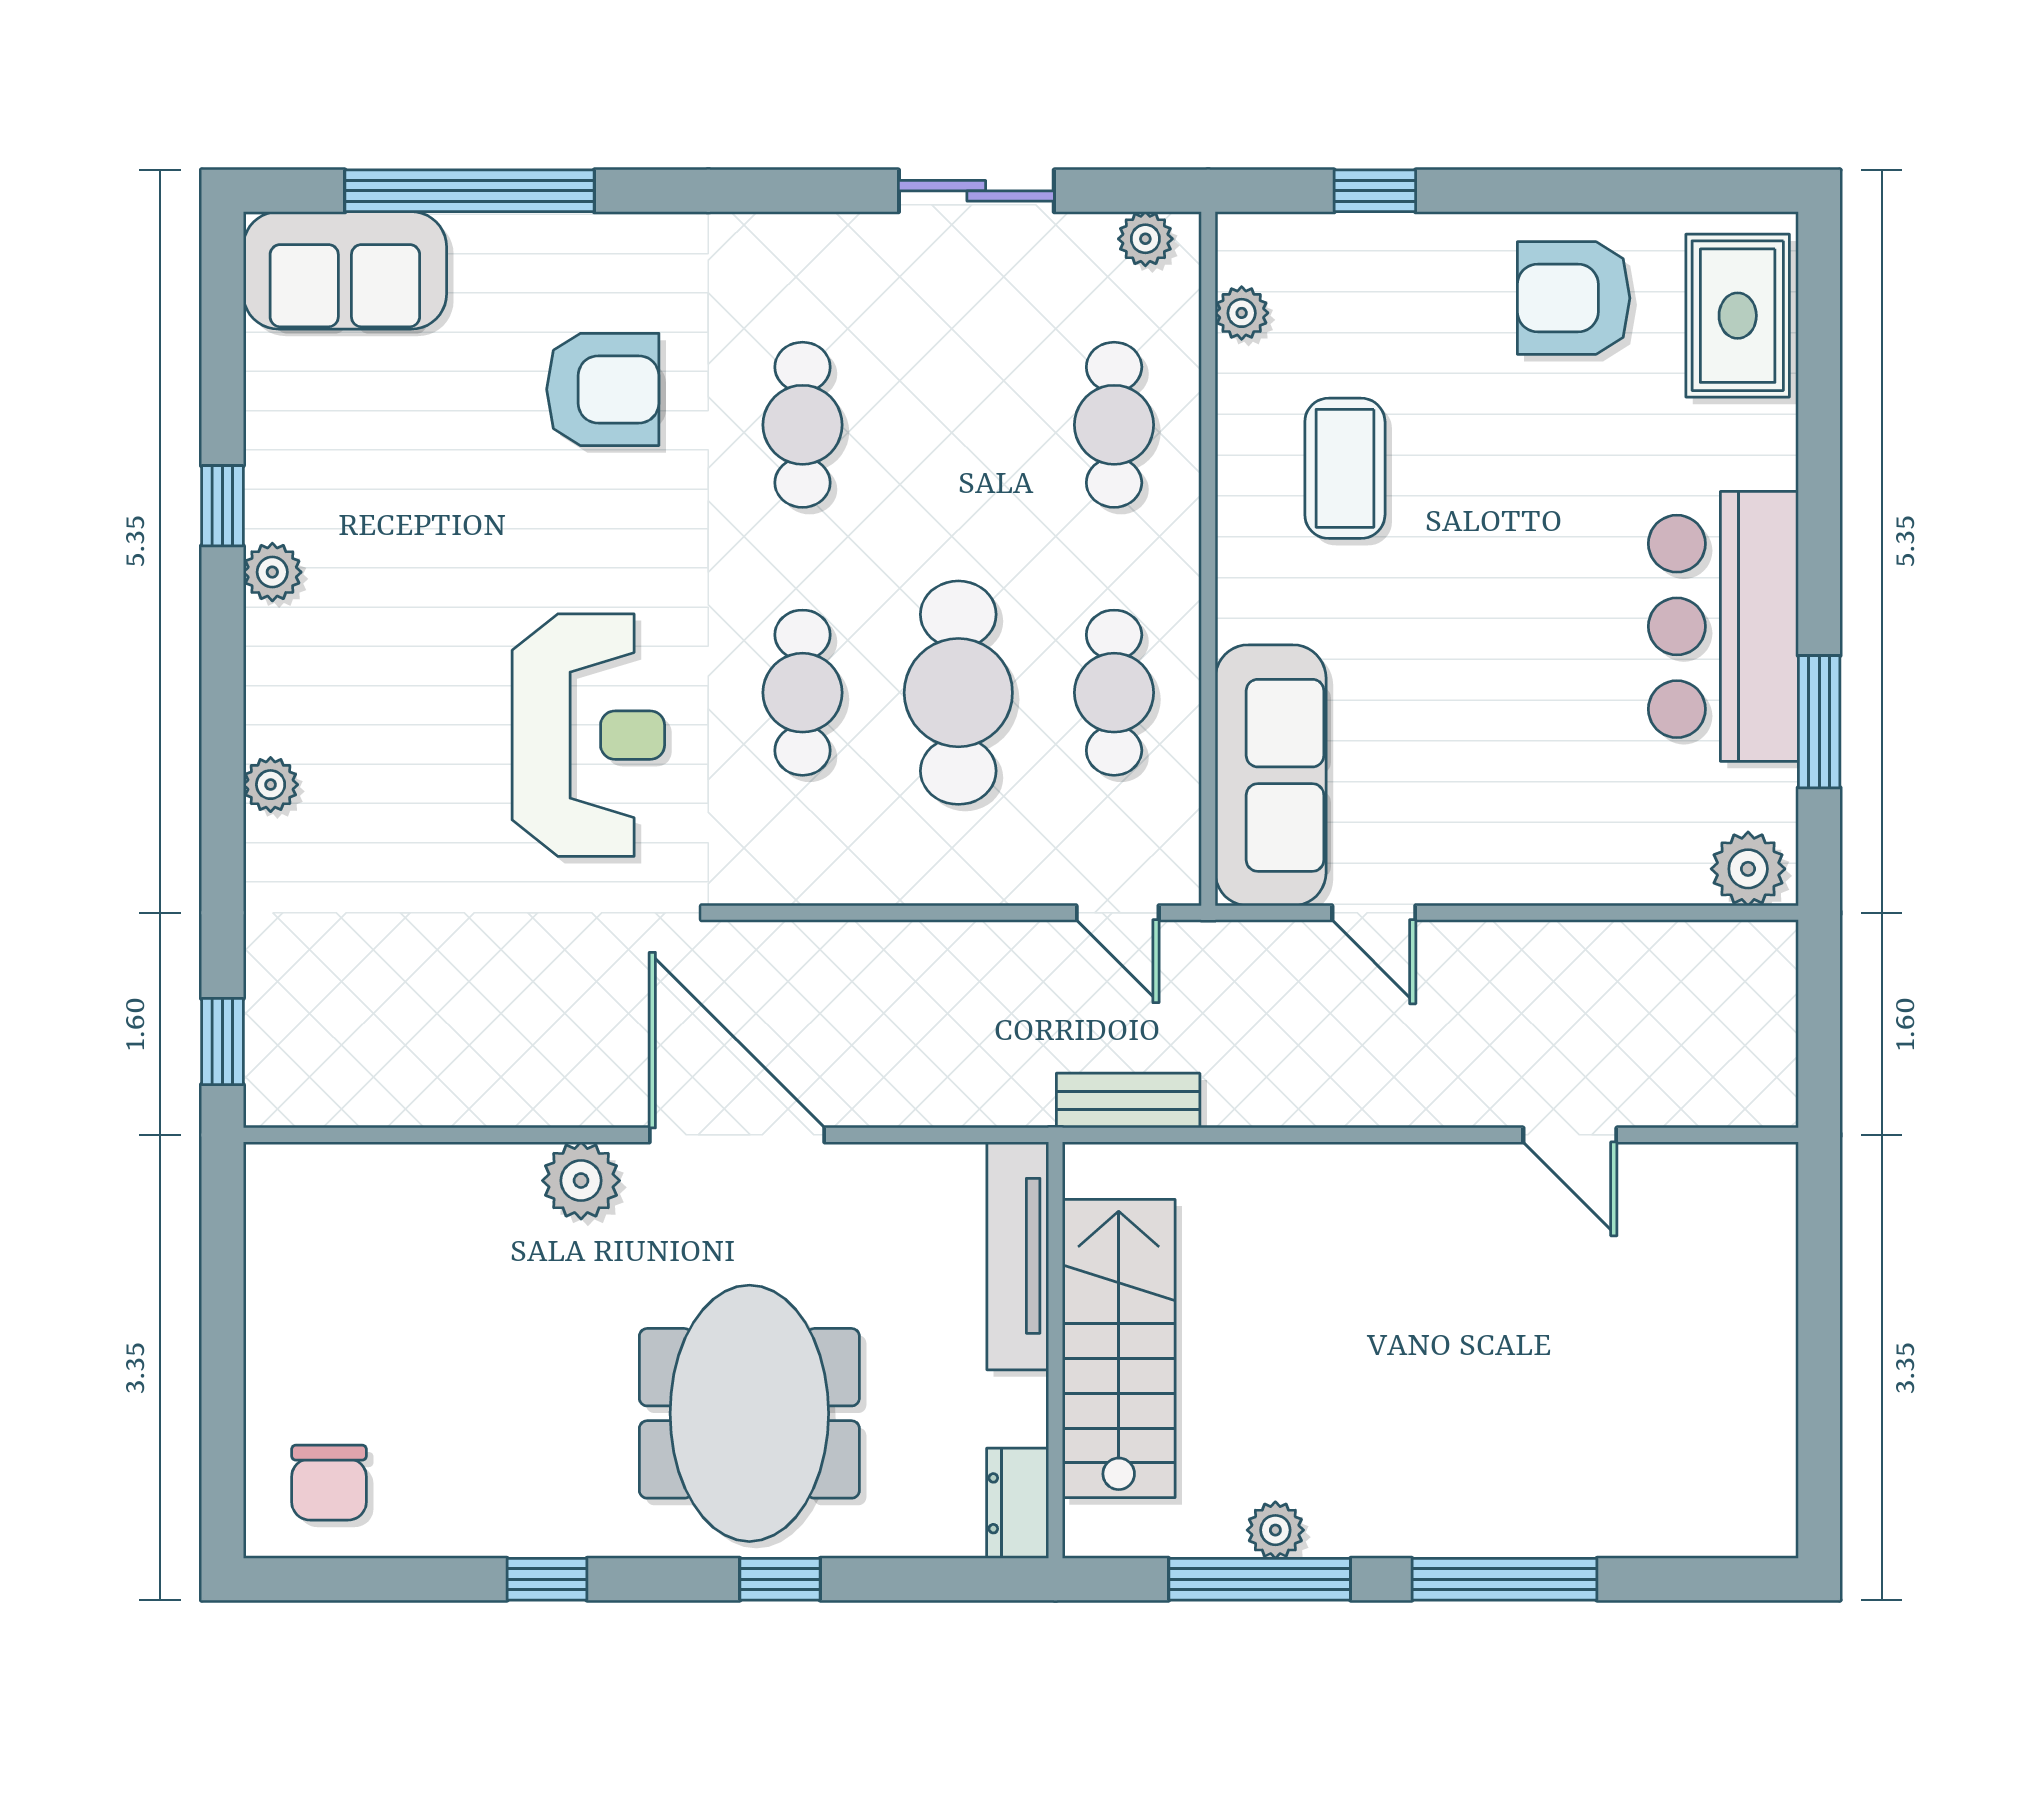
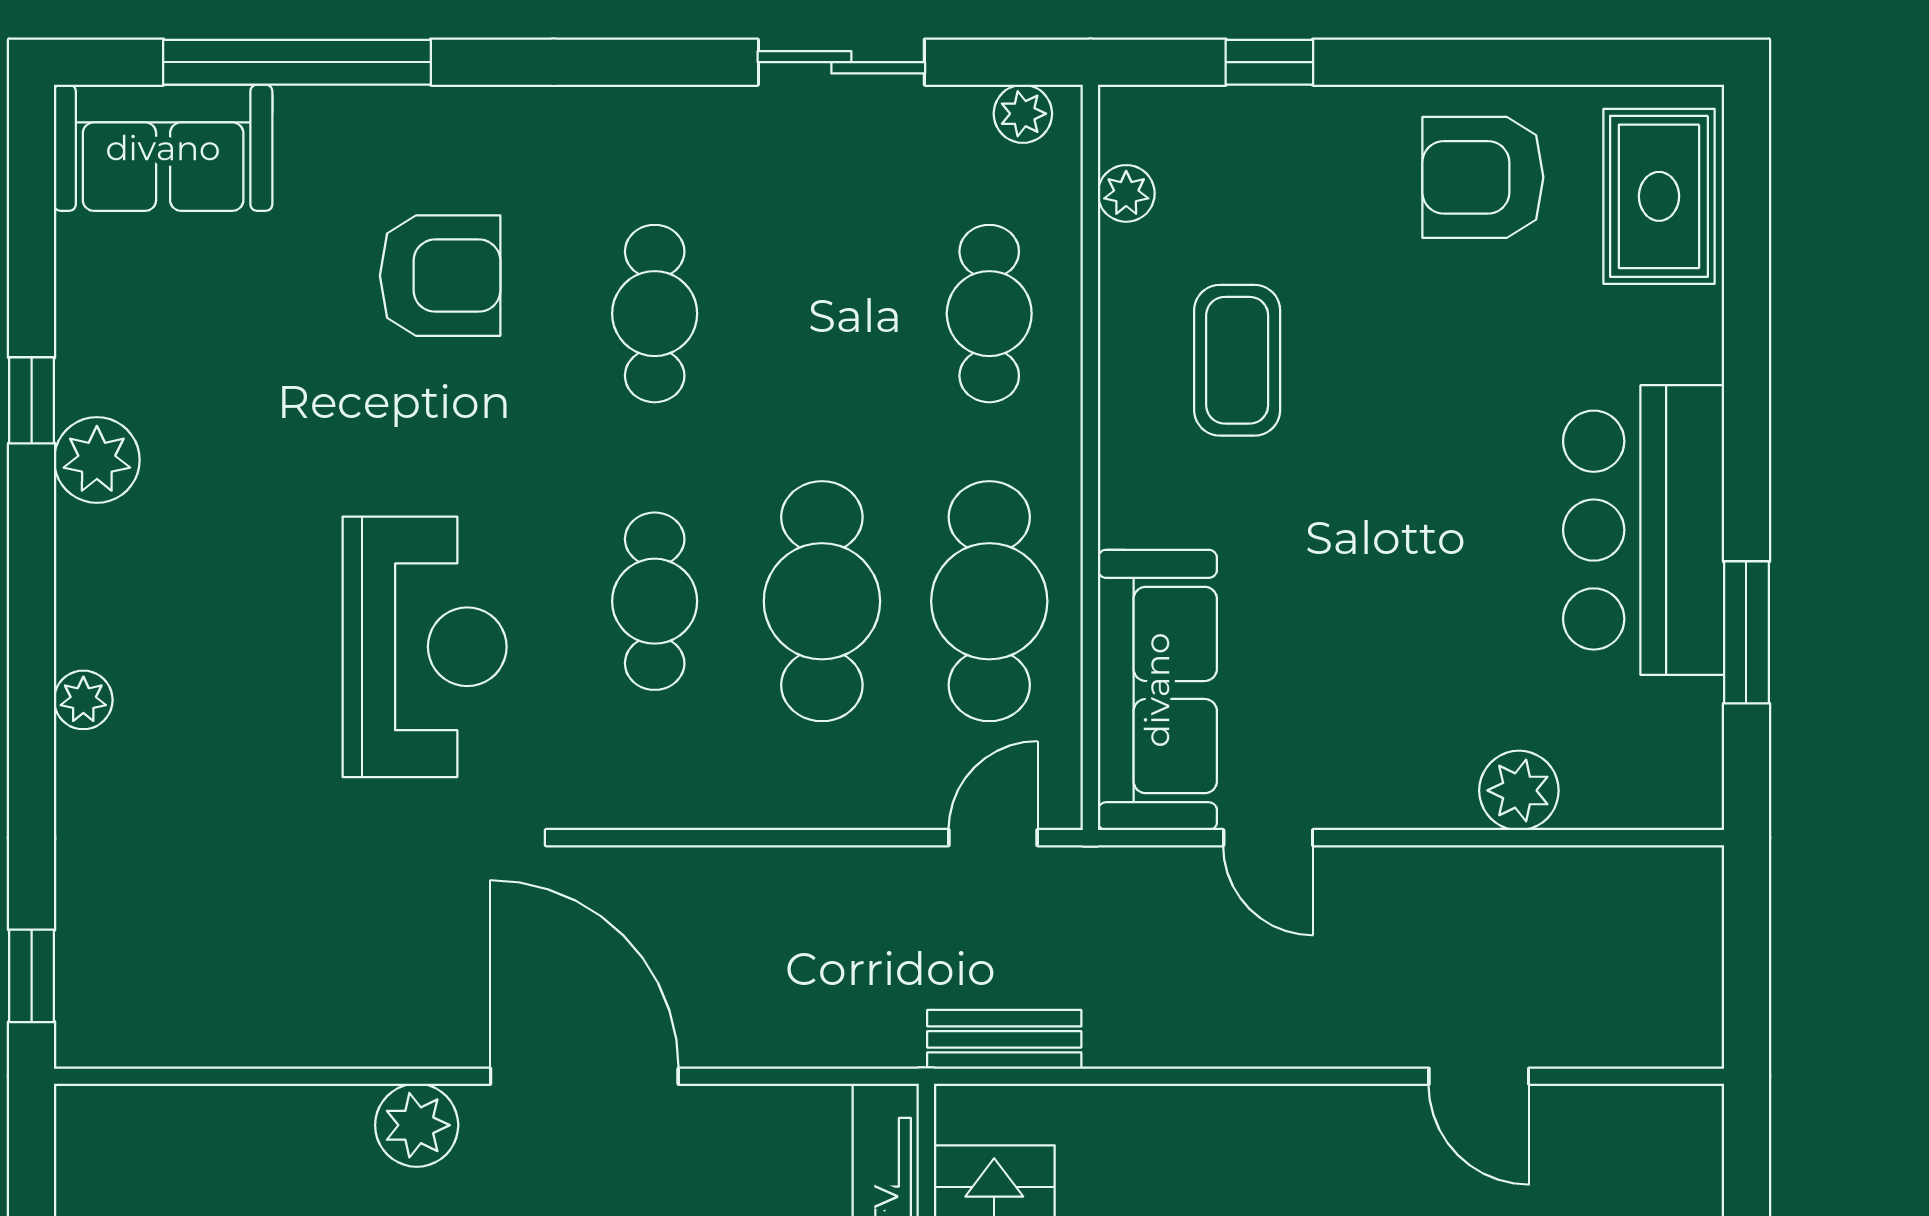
plant: (272, 572) -> (97, 460), width x1.38, depth x1.38
cafe table: (1114, 693) -> (989, 601), width x1.37, depth x1.35
plant: (1748, 869) -> (1519, 790), moved
door: (1118, 913) -> (993, 838), swing flipped

